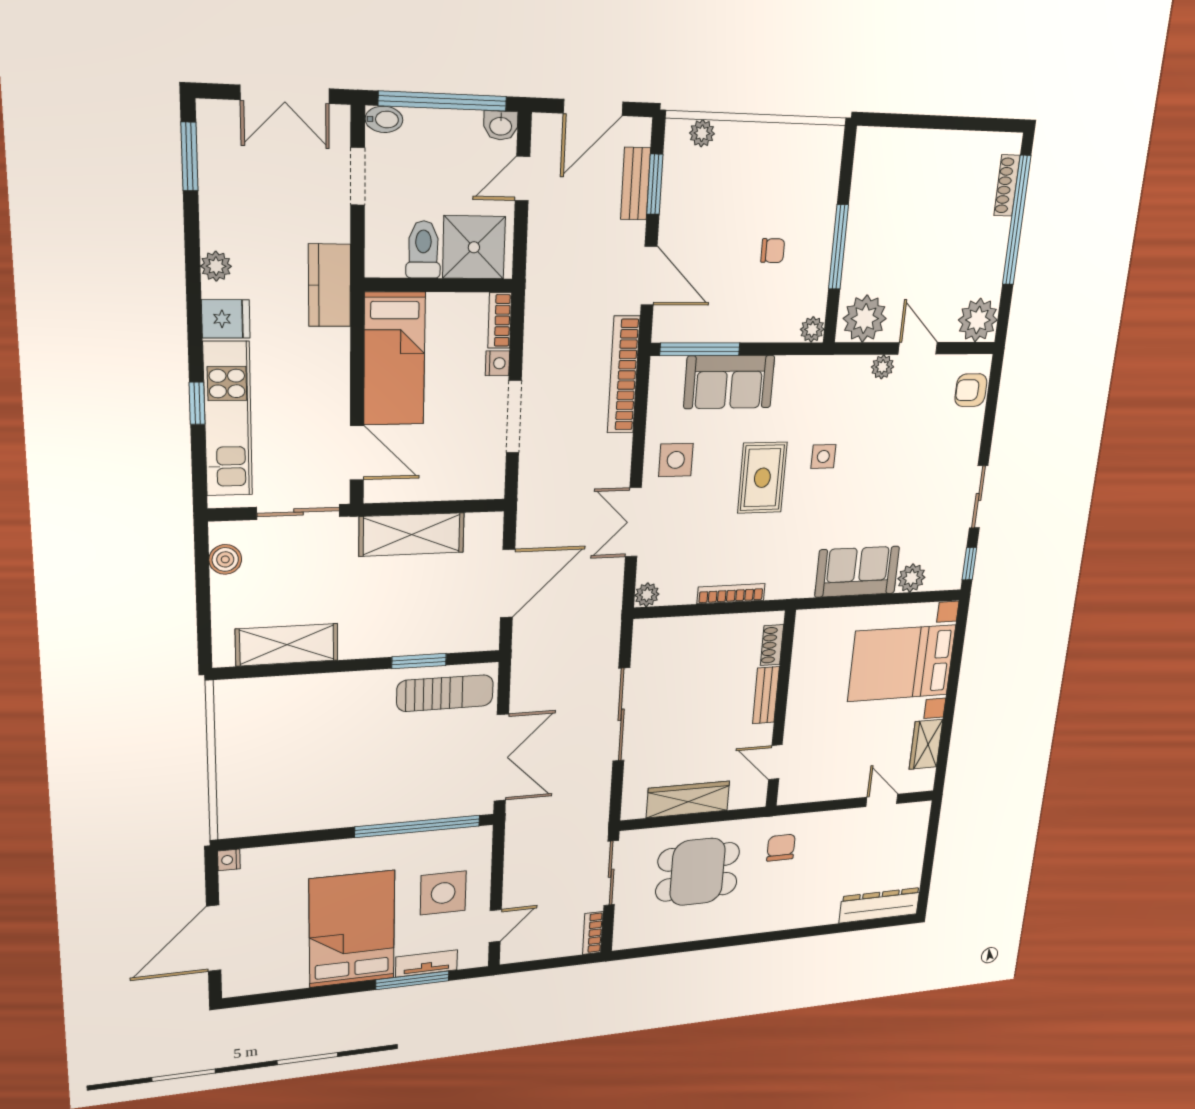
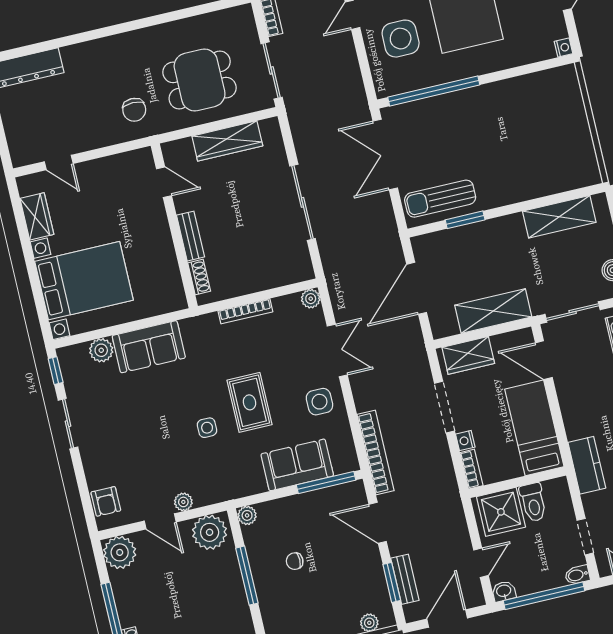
armchair: (971, 390) -> (106, 501), turned 90
wardrobe: (462, 481) -> (468, 355), added

